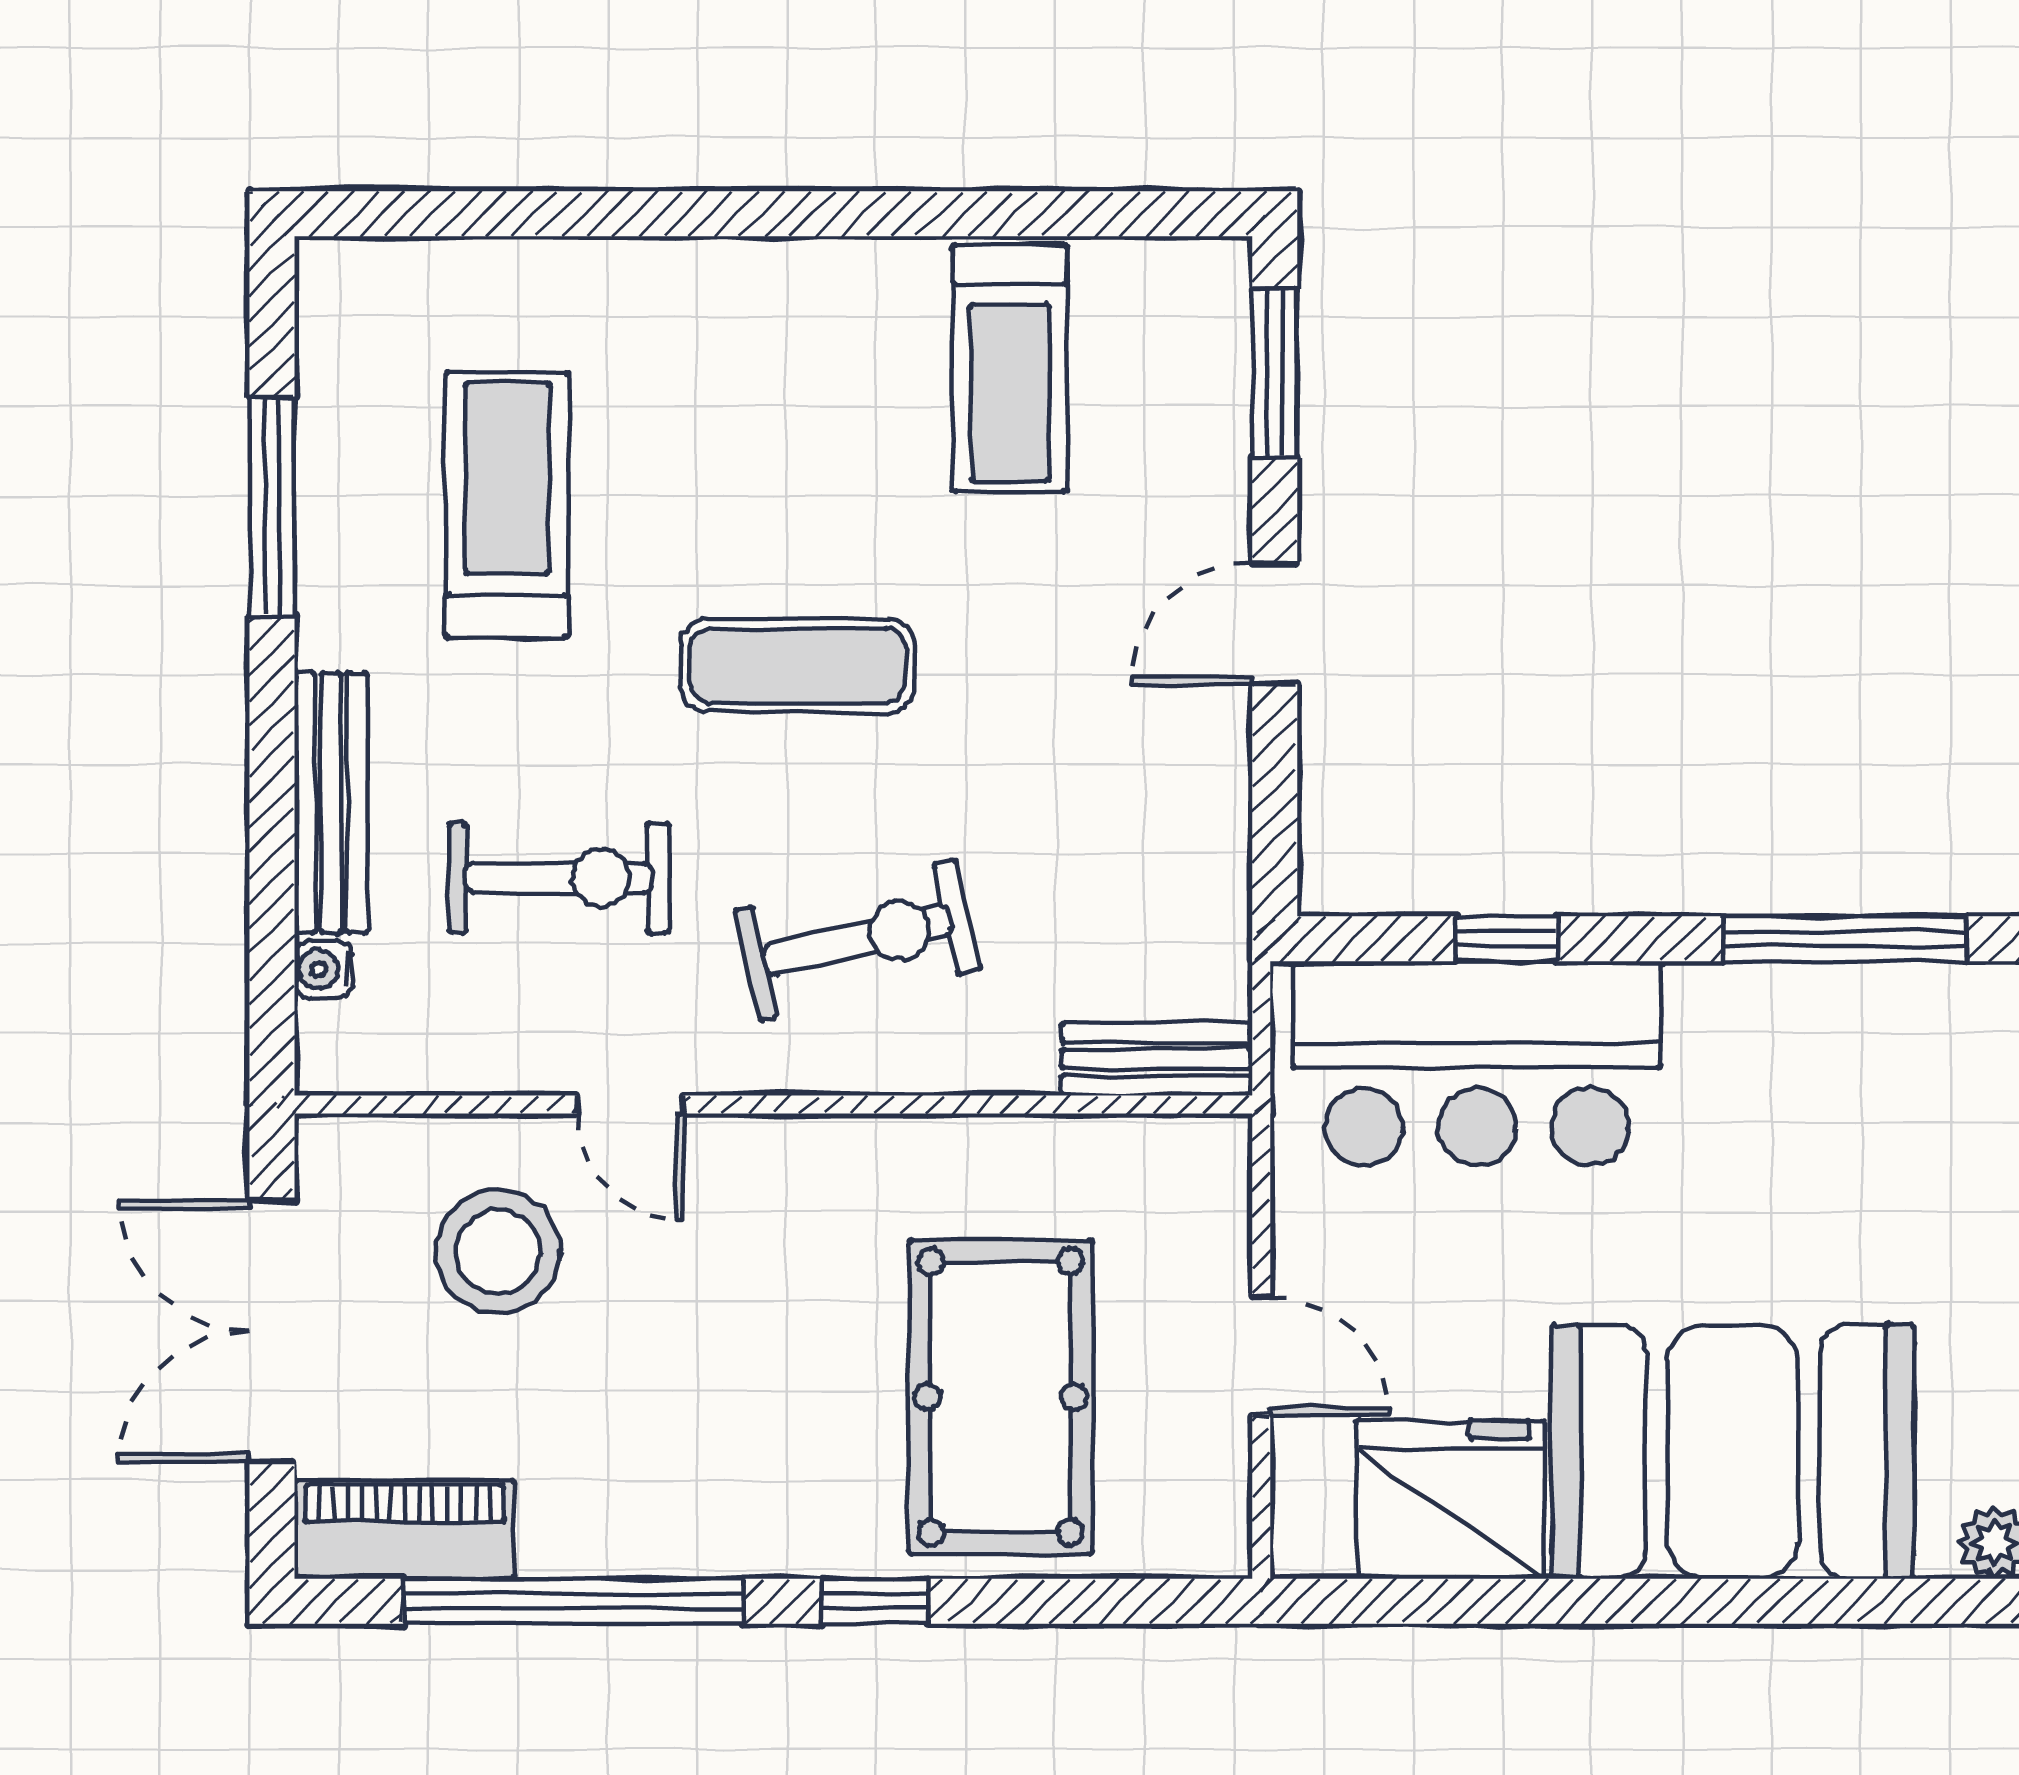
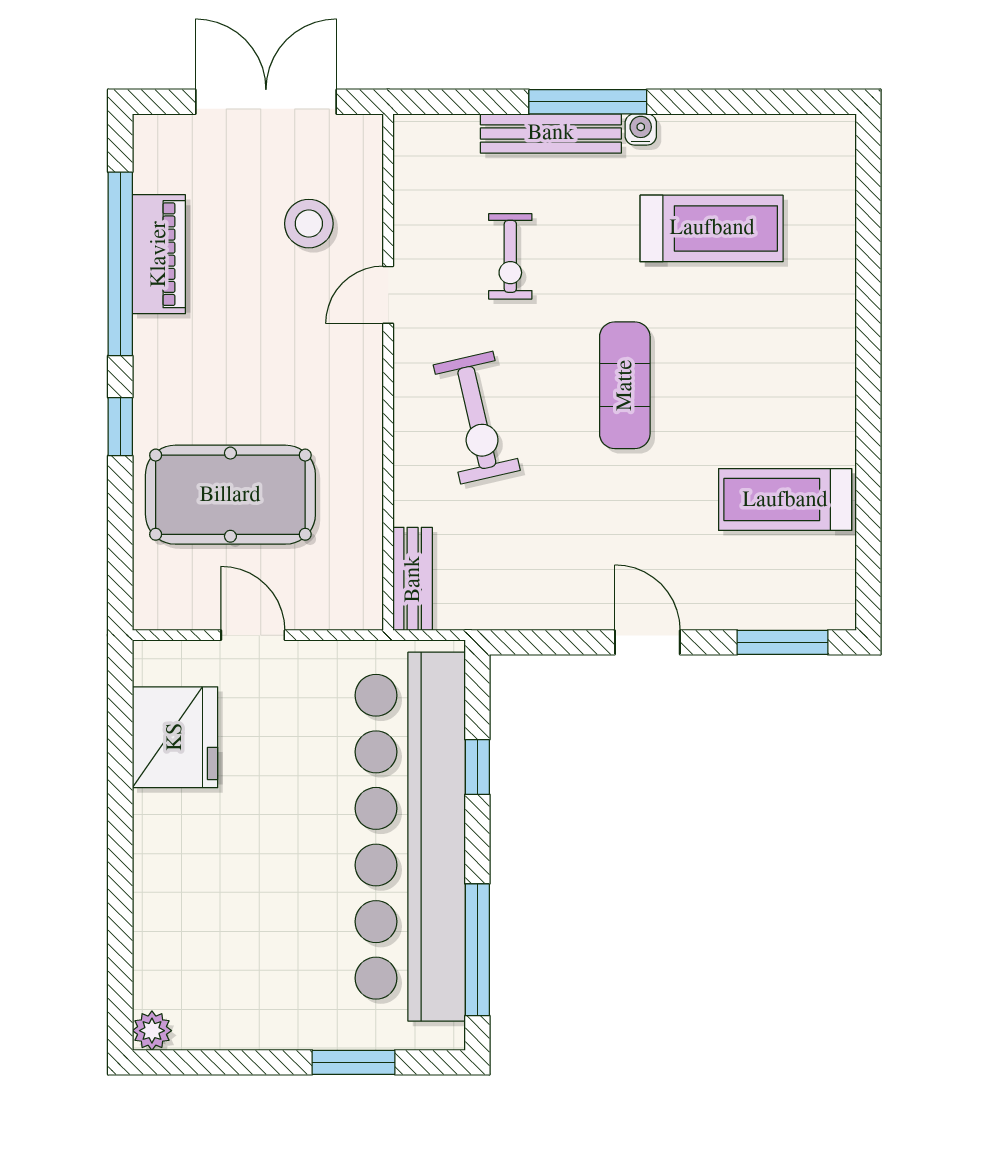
window: (272, 507) -> (588, 102), moved
exercise bike: (559, 878) -> (510, 256), width x0.73, depth x0.72
water cooler: (323, 969) -> (641, 129), moved
bar counter: (1477, 1064) -> (410, 837), width x1.86
stool: (498, 1251) -> (309, 224), width x0.73, depth x0.73
door: (1261, 1355) -> (253, 635), swing flipped
booth: (1733, 1452) -> (201, 889), removed
piano: (405, 1530) -> (159, 254), moved

